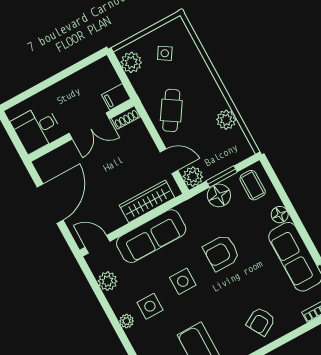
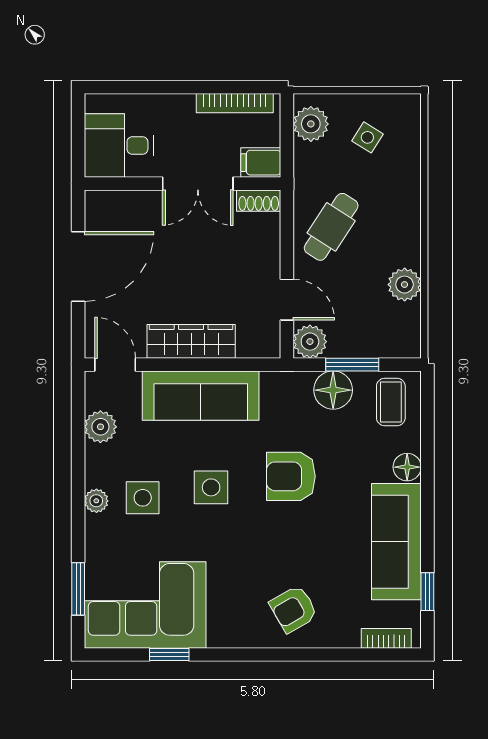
bookcase: (85, 73) -> (235, 103), added
wardrobe: (147, 201) -> (191, 341), moved

